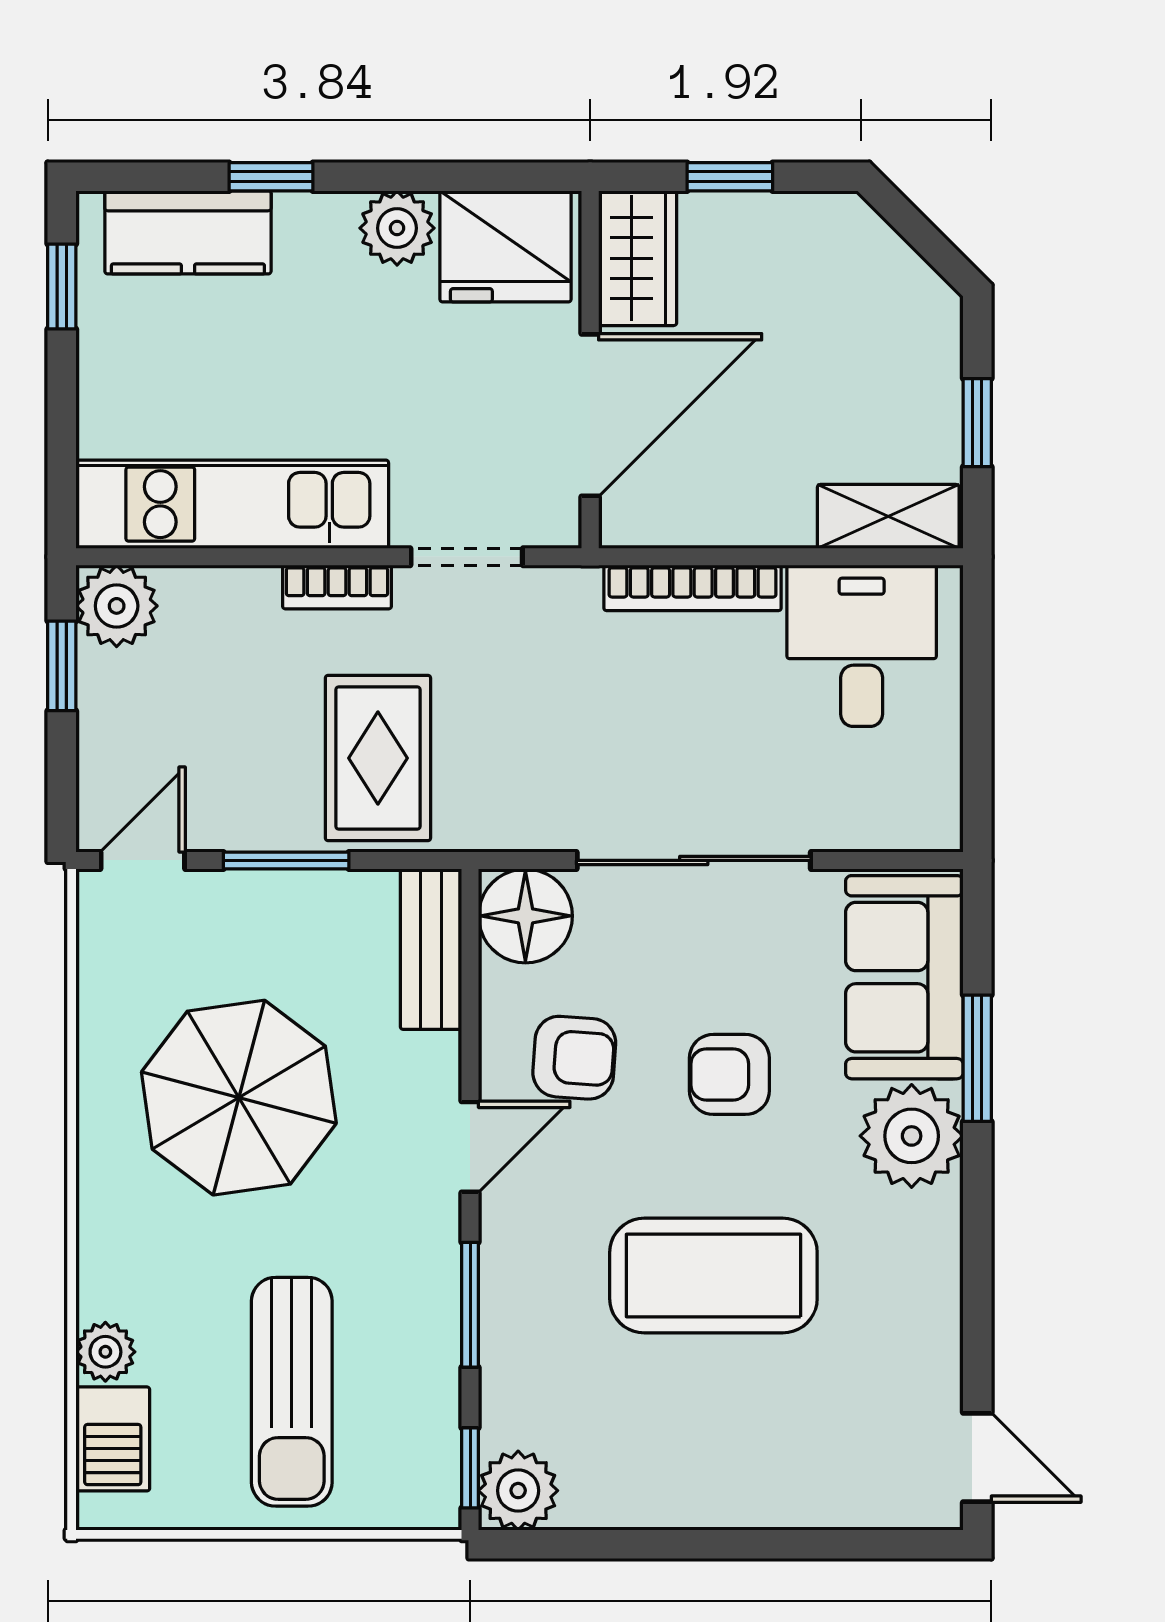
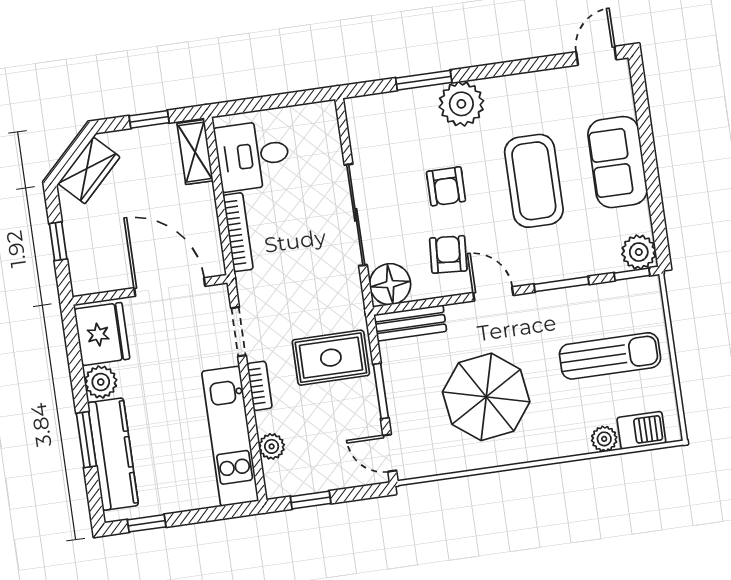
window: (271, 177) -> (86, 440), width x1.50
kitchen counter: (188, 232) -> (113, 454), width x1.50
wardrobe: (638, 258) -> (89, 170), moved, turned 135
plant: (117, 606) -> (272, 446), moved, width x0.73, depth x0.73
sofa: (904, 977) -> (618, 162), moved, turned 90

